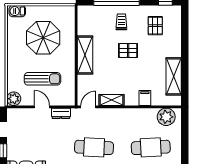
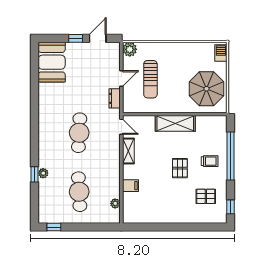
parasol: (43, 38) -> (206, 89), moved
shelving: (174, 76) -> (153, 216), removed
plant: (166, 117) -> (115, 203), width x0.53, depth x0.53

